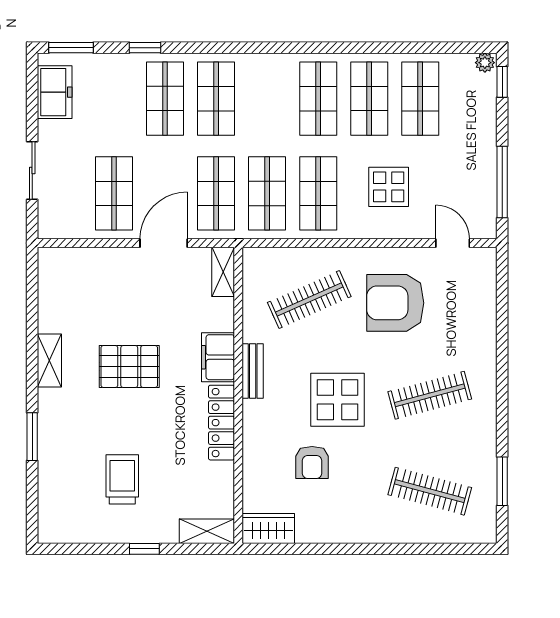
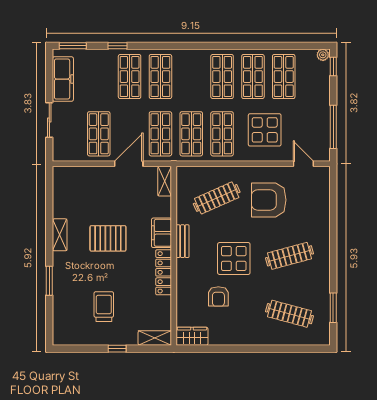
freezer: (55, 92) -> (63, 79), width x1.40
display table: (389, 187) -> (265, 130), width x1.36, depth x1.36

